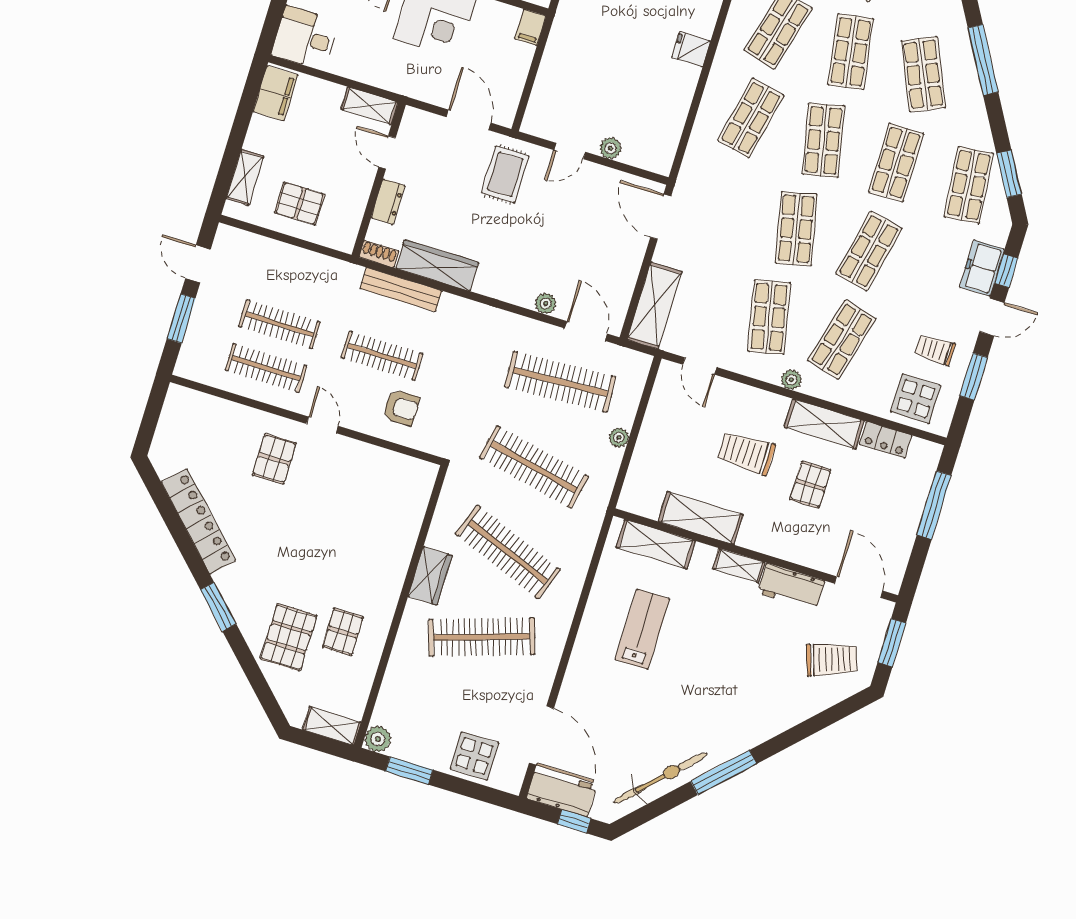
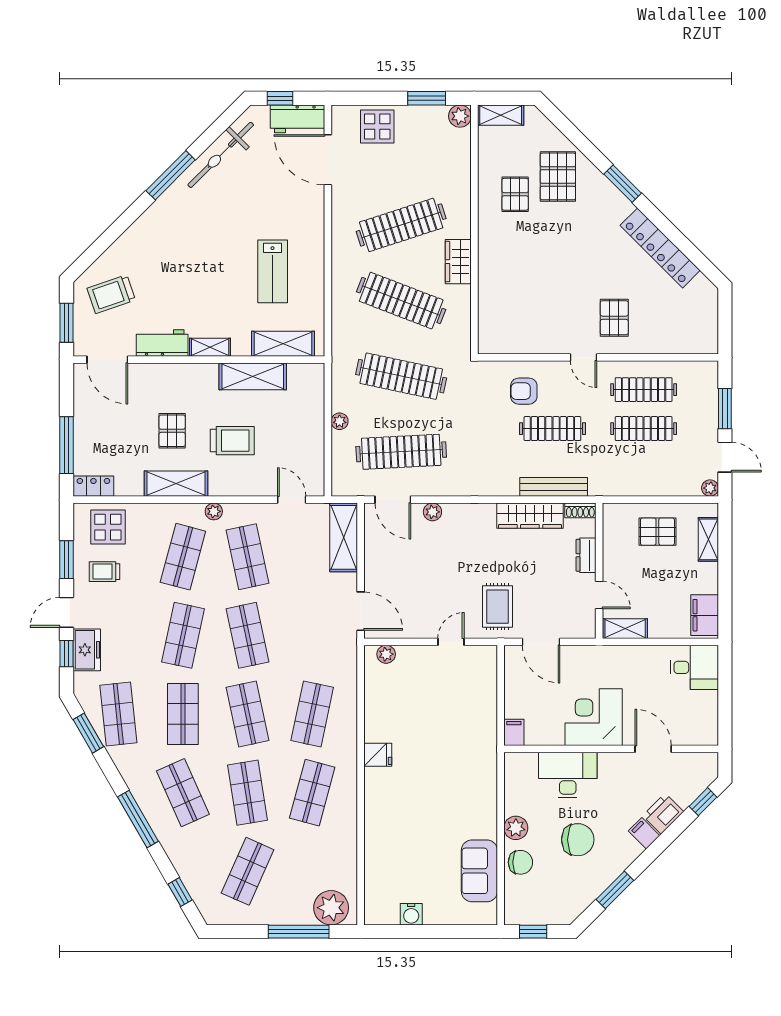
plant: (610, 148) -> (386, 654), moved
plant: (225, 234) -> (710, 488), added
trolley: (935, 350) -> (105, 572), turned 180
locker: (886, 440) -> (93, 486), moved

